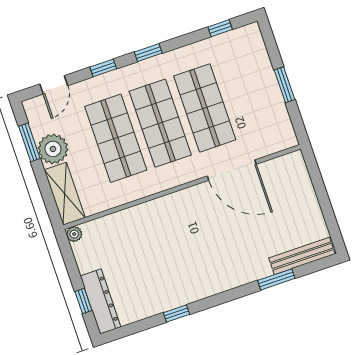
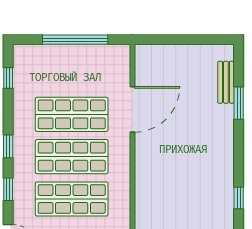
window: (285, 85) -> (75, 40), width x2.11
bench: (302, 256) -> (226, 82), width x0.73

